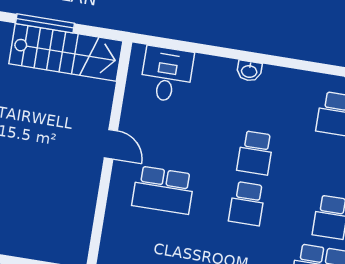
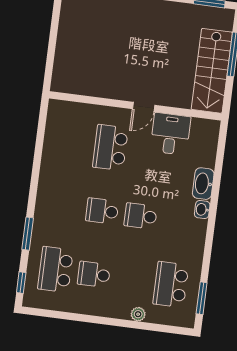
washbasin: (215, 68) -> (203, 184), added
desk: (167, 74) -> (170, 134), moved, turned -90

